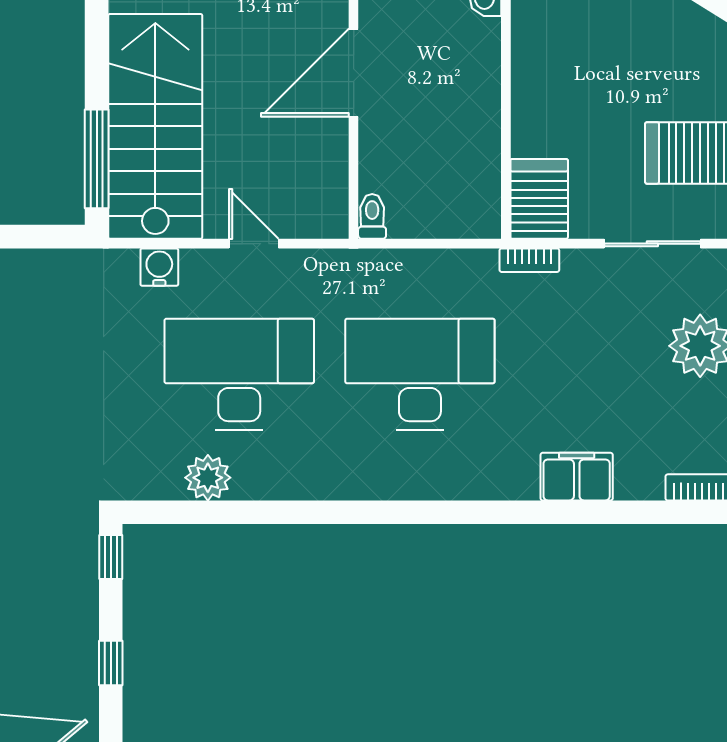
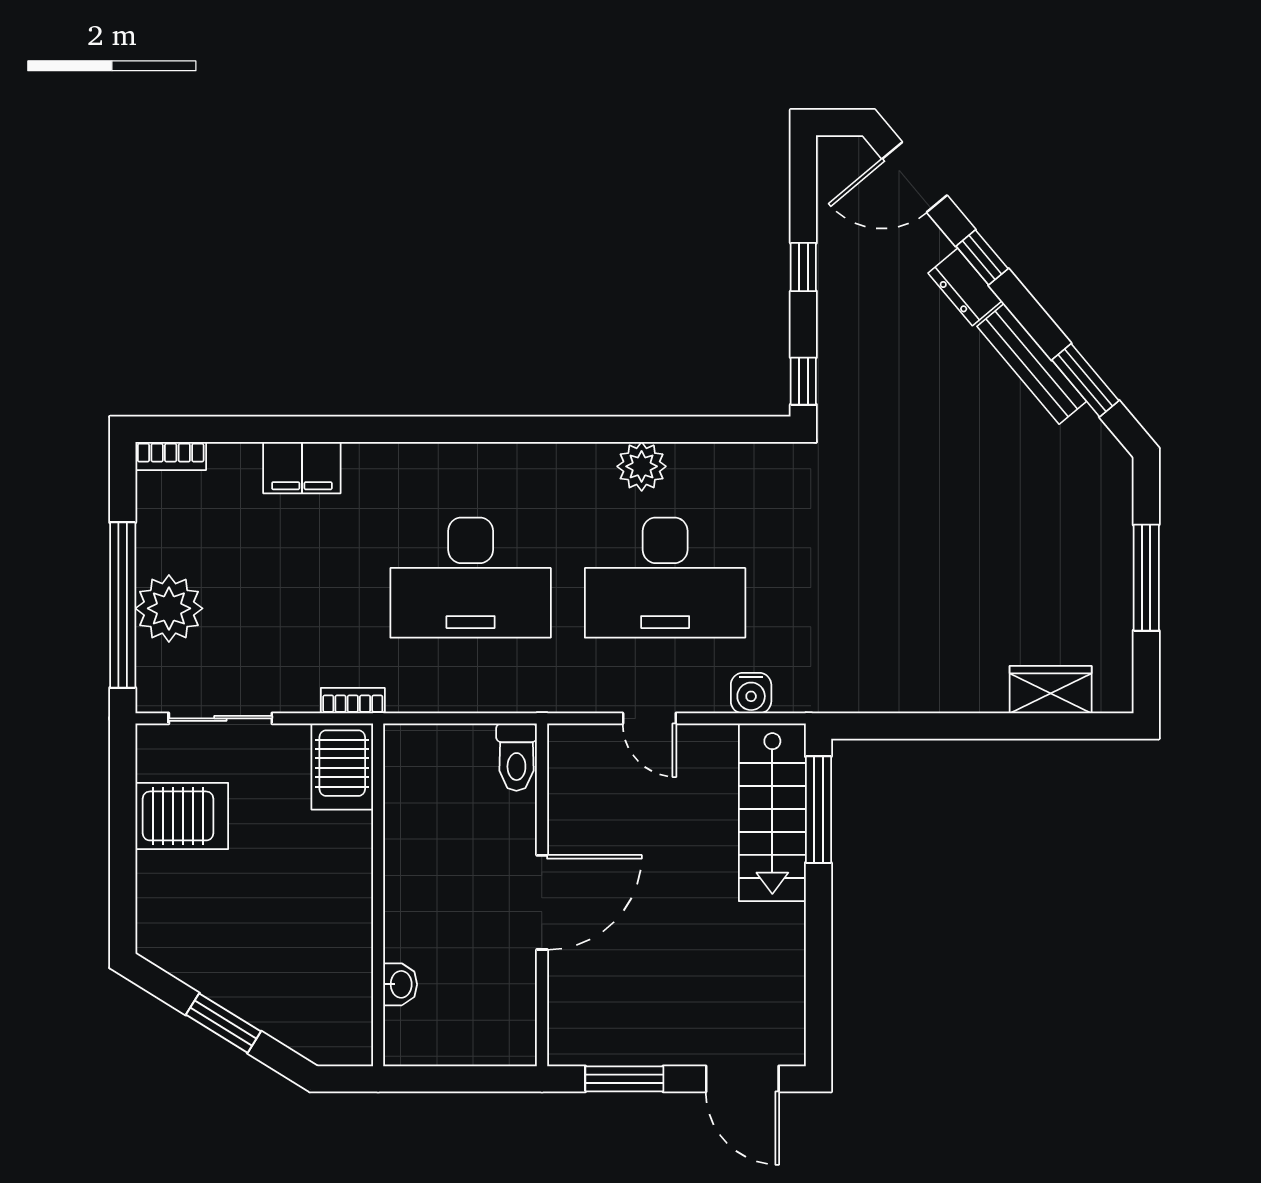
stairs: (155, 126) -> (772, 812), width x0.73, depth x0.66
toilet: (372, 216) -> (516, 757), width x1.37, depth x1.39
plant: (208, 478) -> (642, 466), moved

